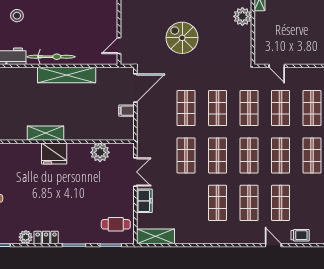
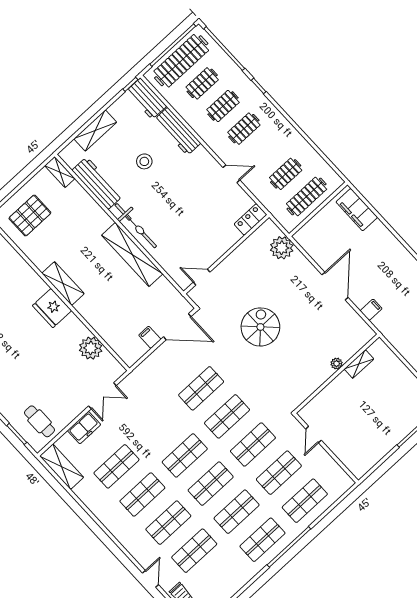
plant: (242, 16) -> (337, 364), width x0.53, depth x0.53
shop shelf: (186, 155) -> (116, 466), moved

